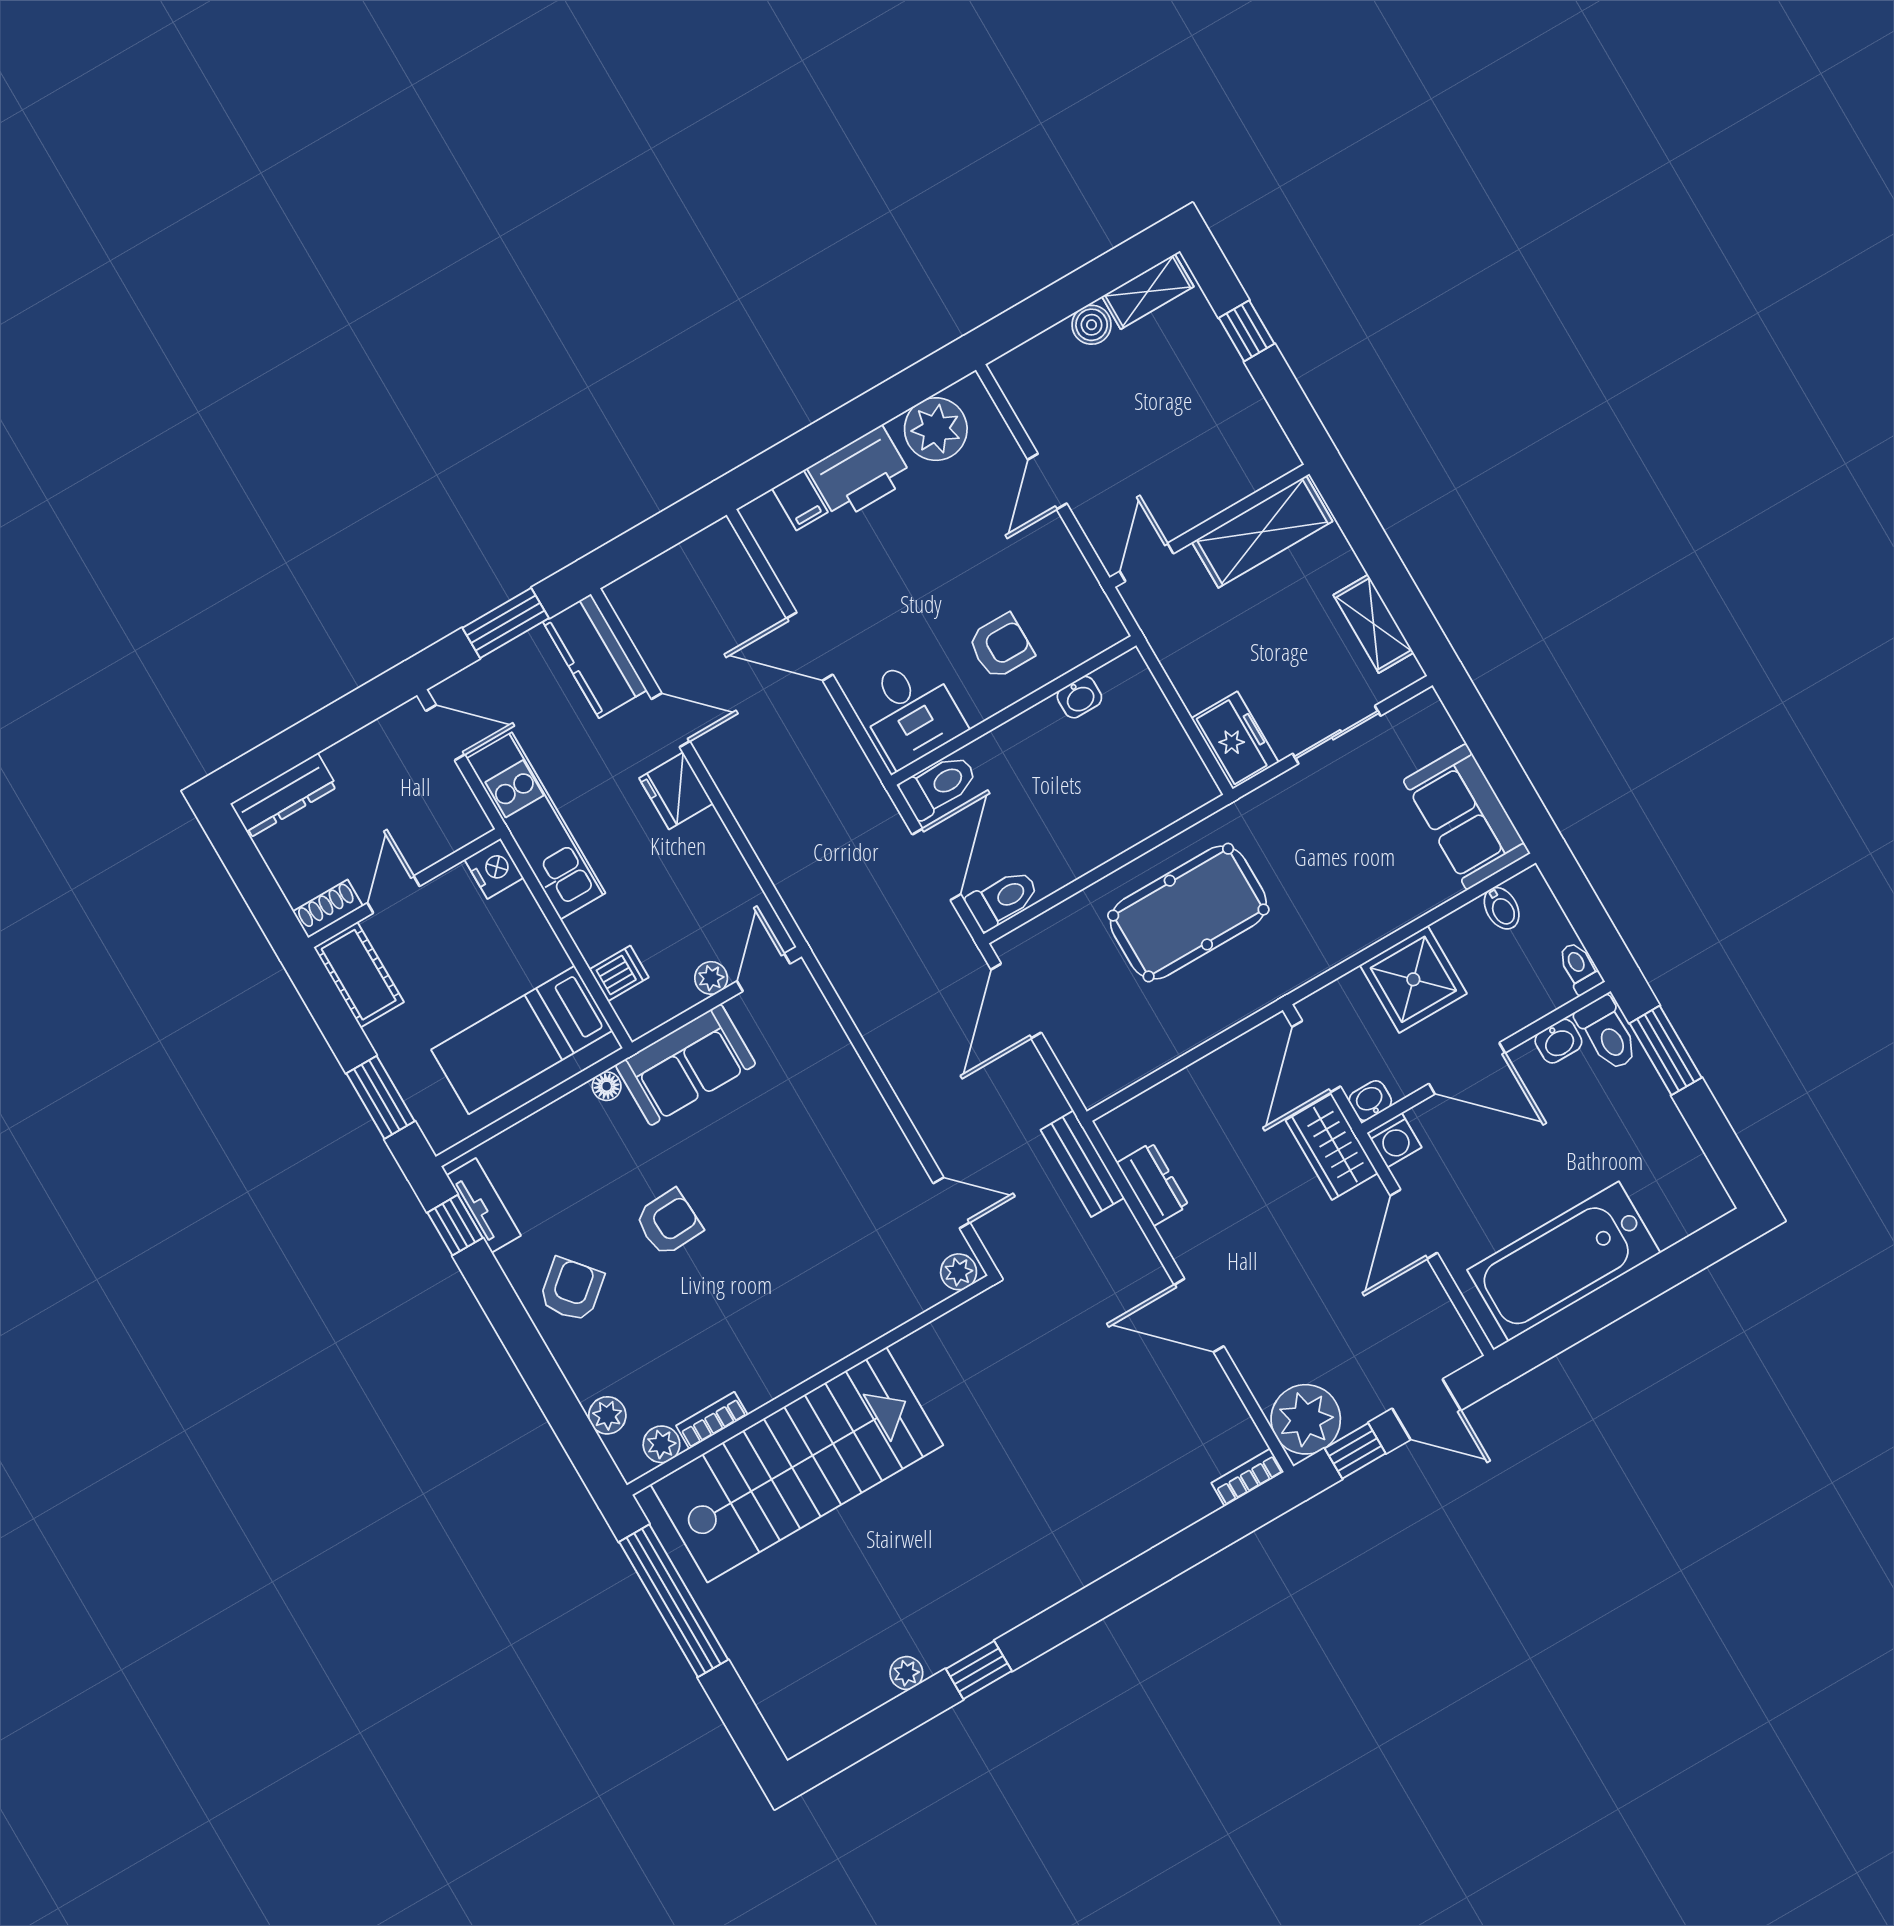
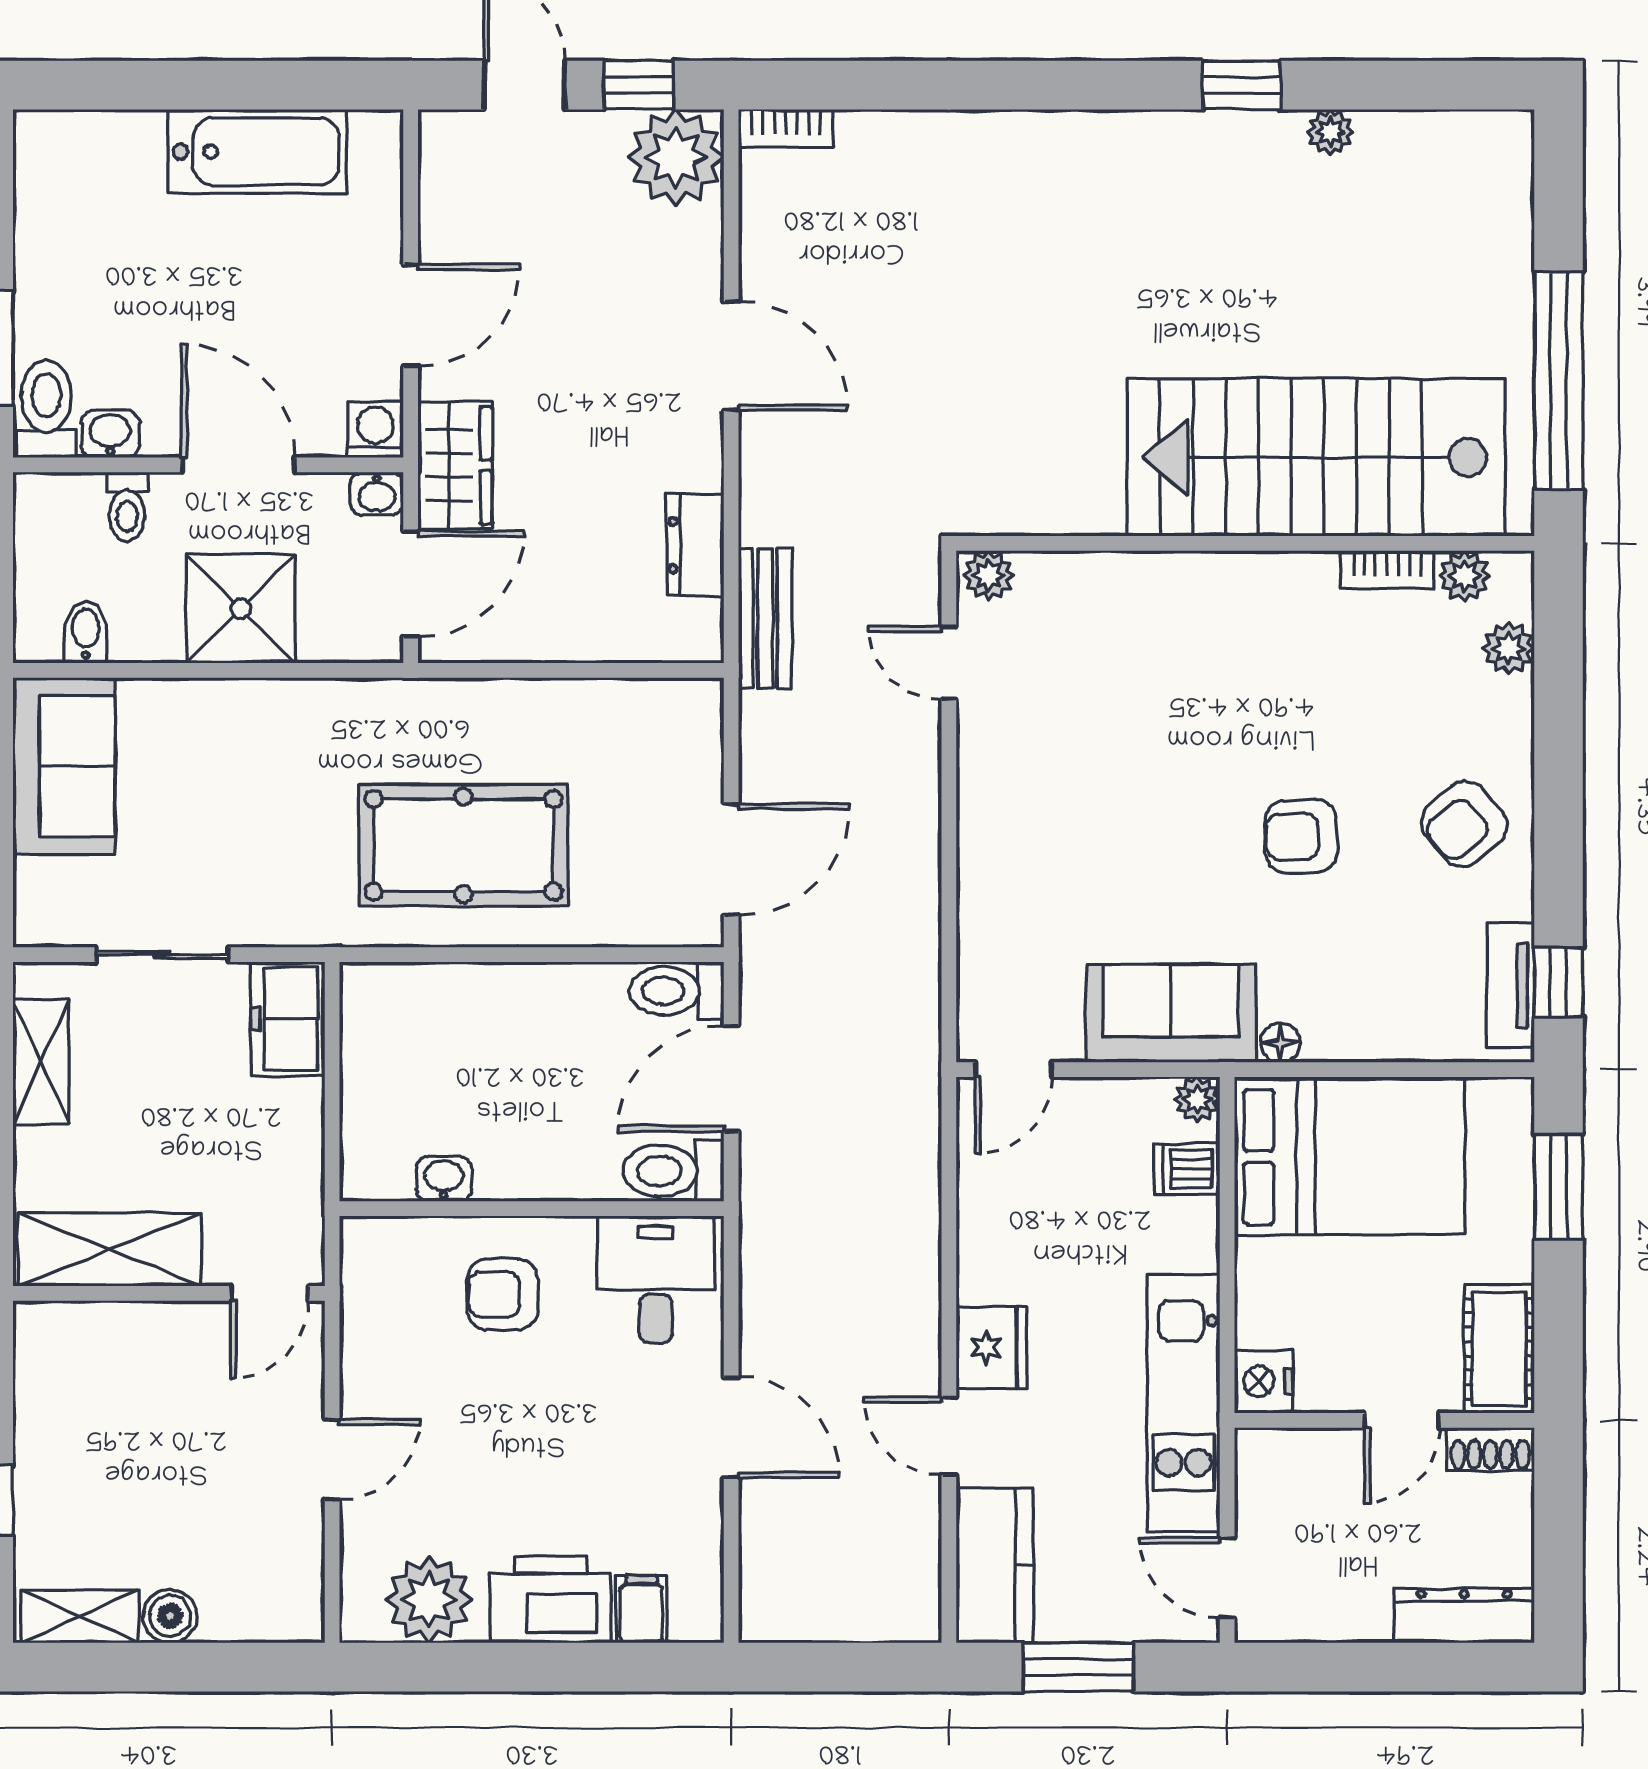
toilet: (1580, 968) -> (127, 507), moved
plant: (711, 978) -> (1197, 1099), moved
bed: (522, 1040) -> (1350, 1157), width x1.50
bathtub: (1564, 1261) -> (257, 151), width x0.73, depth x0.73

